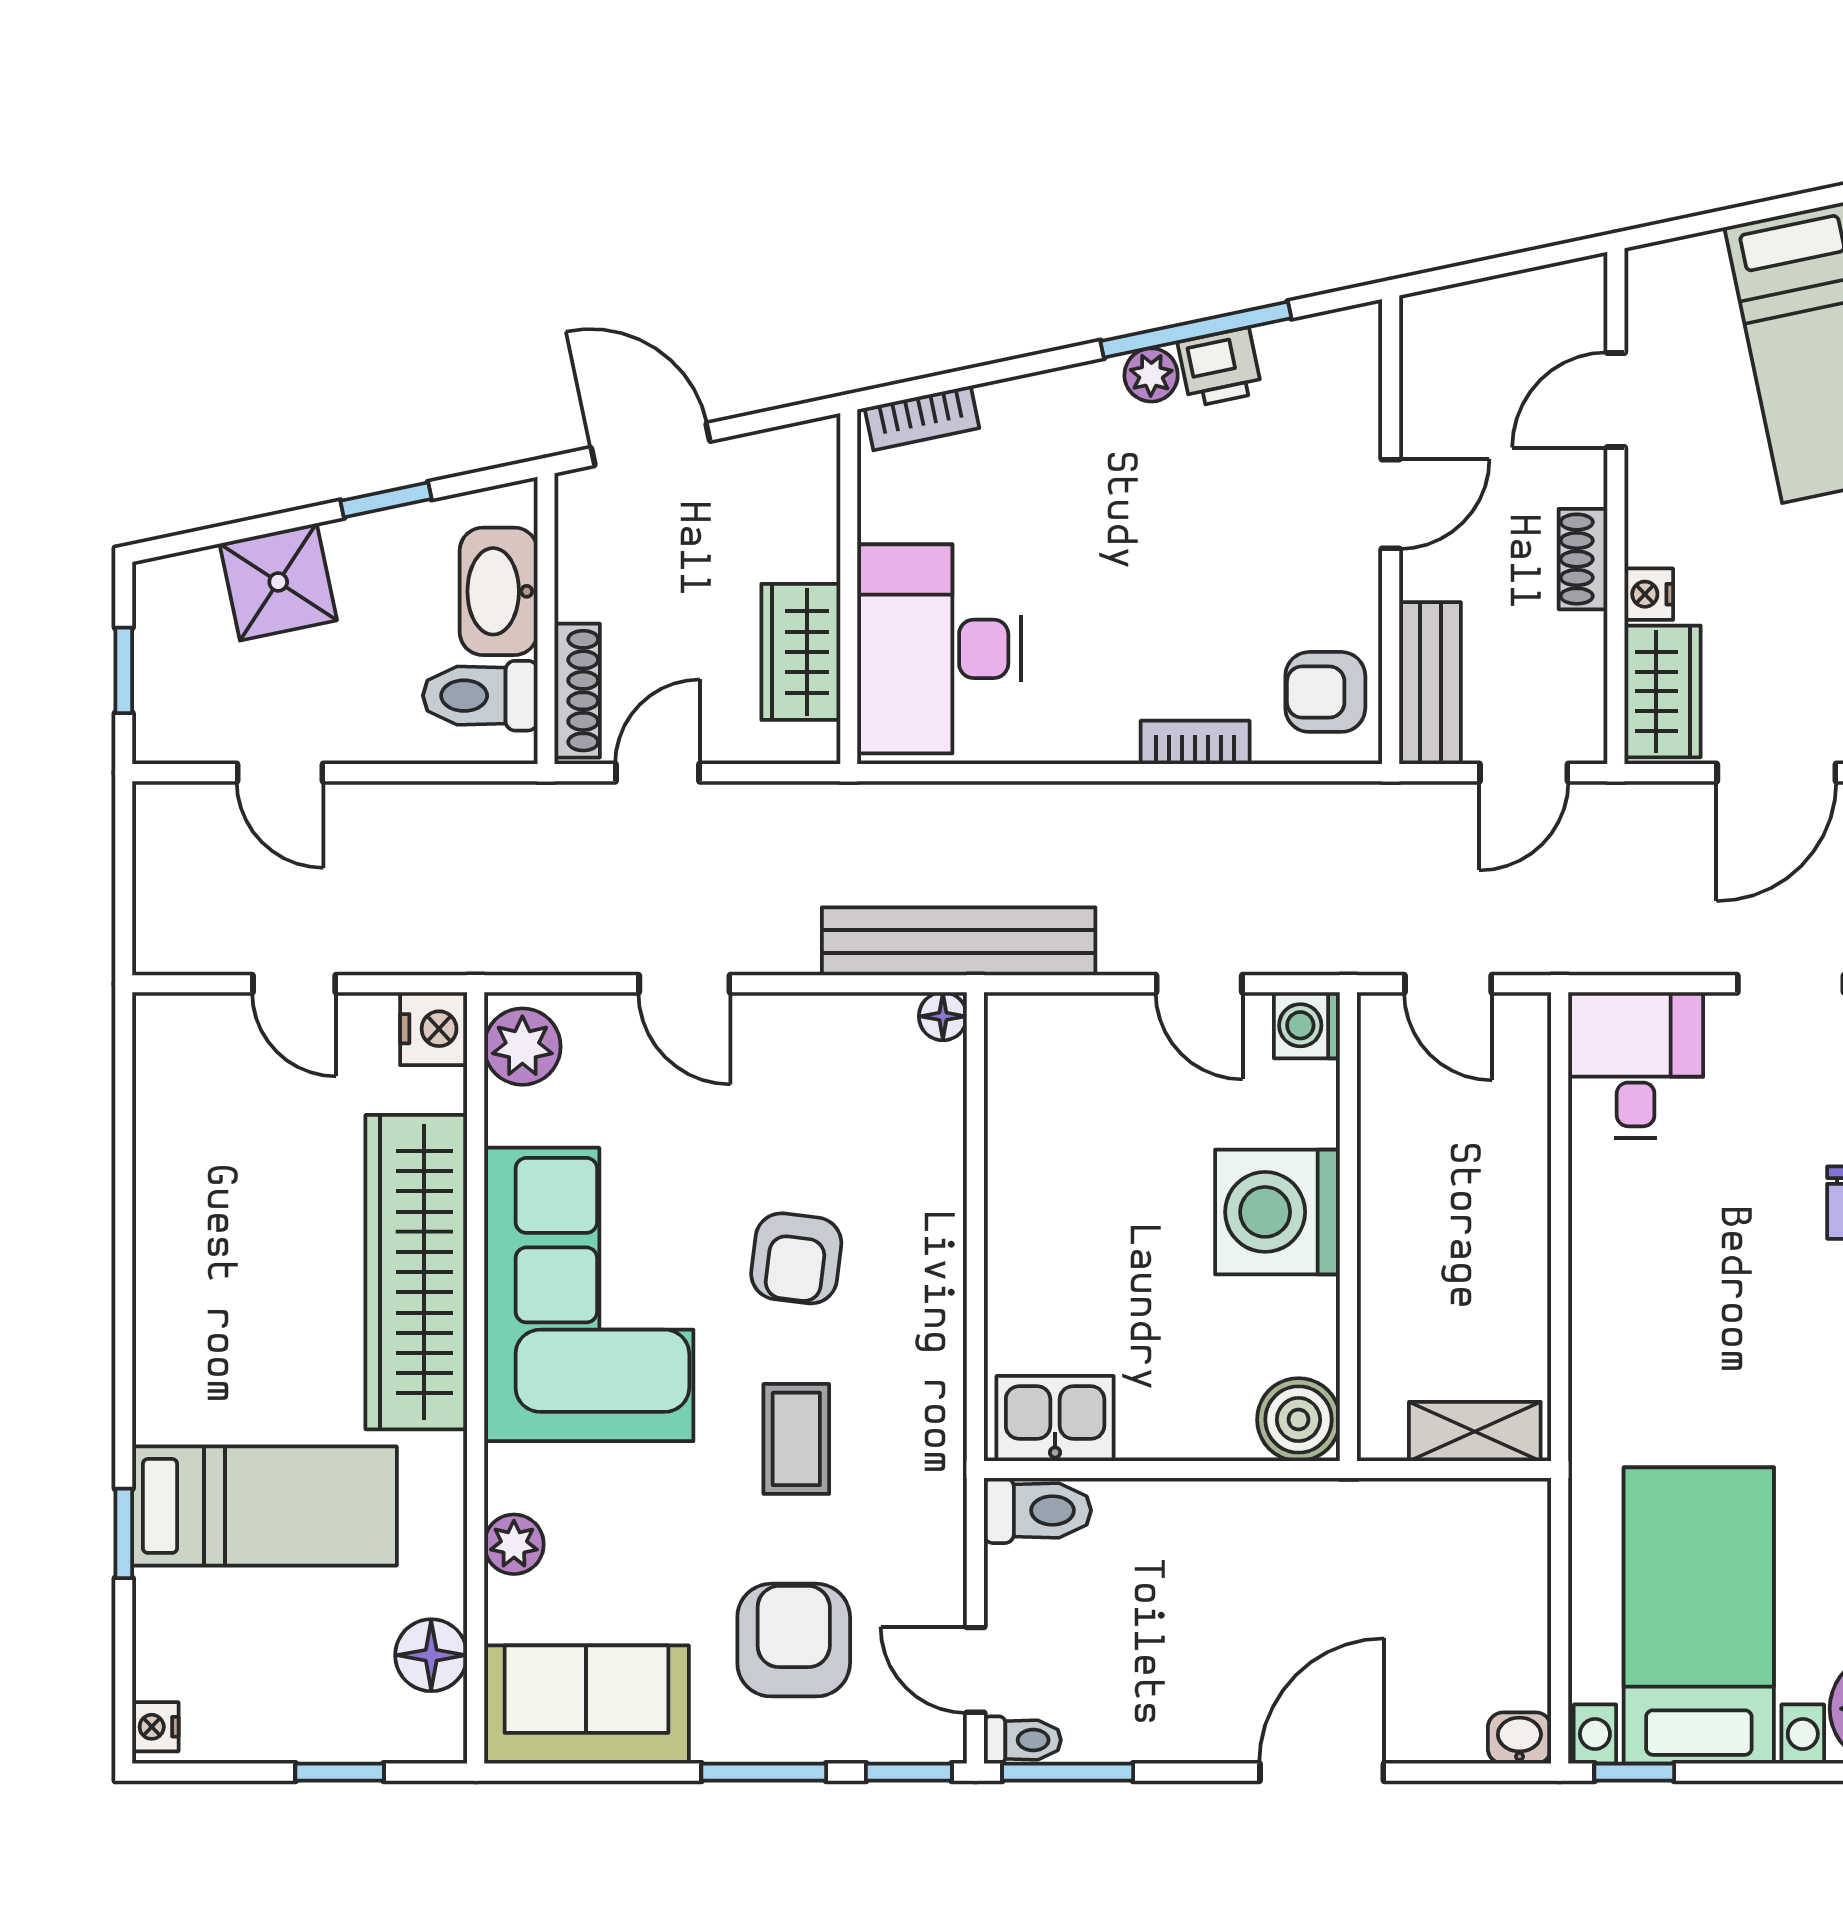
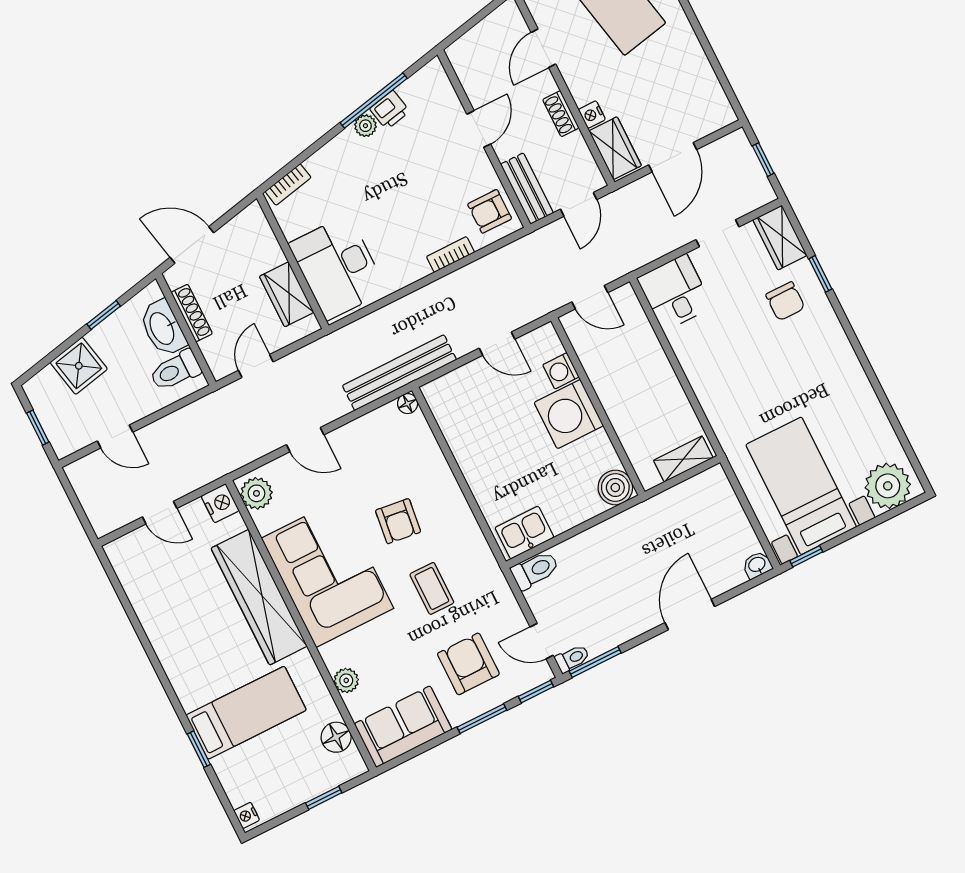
shoe rack: (577, 691) -> (192, 313), moved
washing machine: (1307, 1025) -> (561, 371), moved

